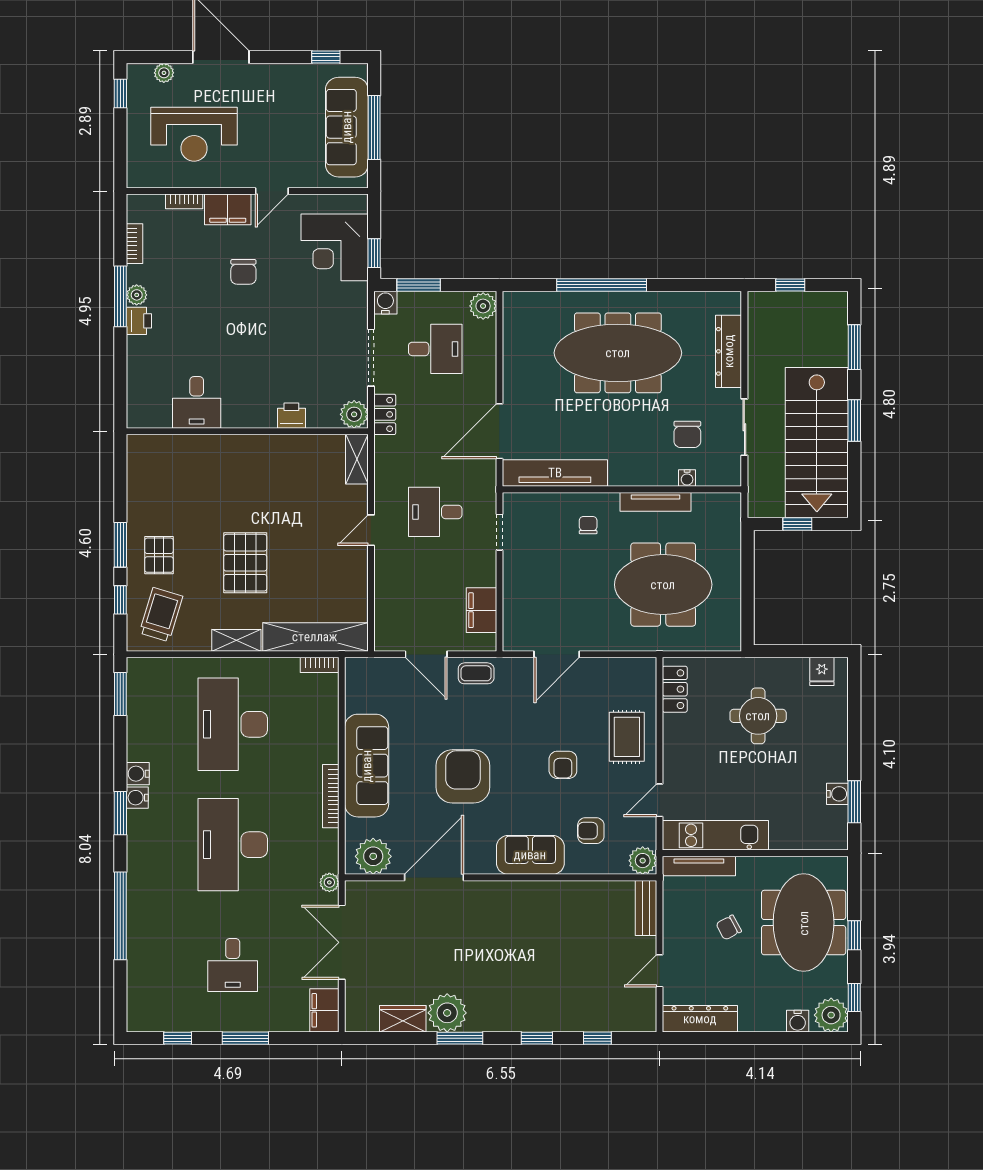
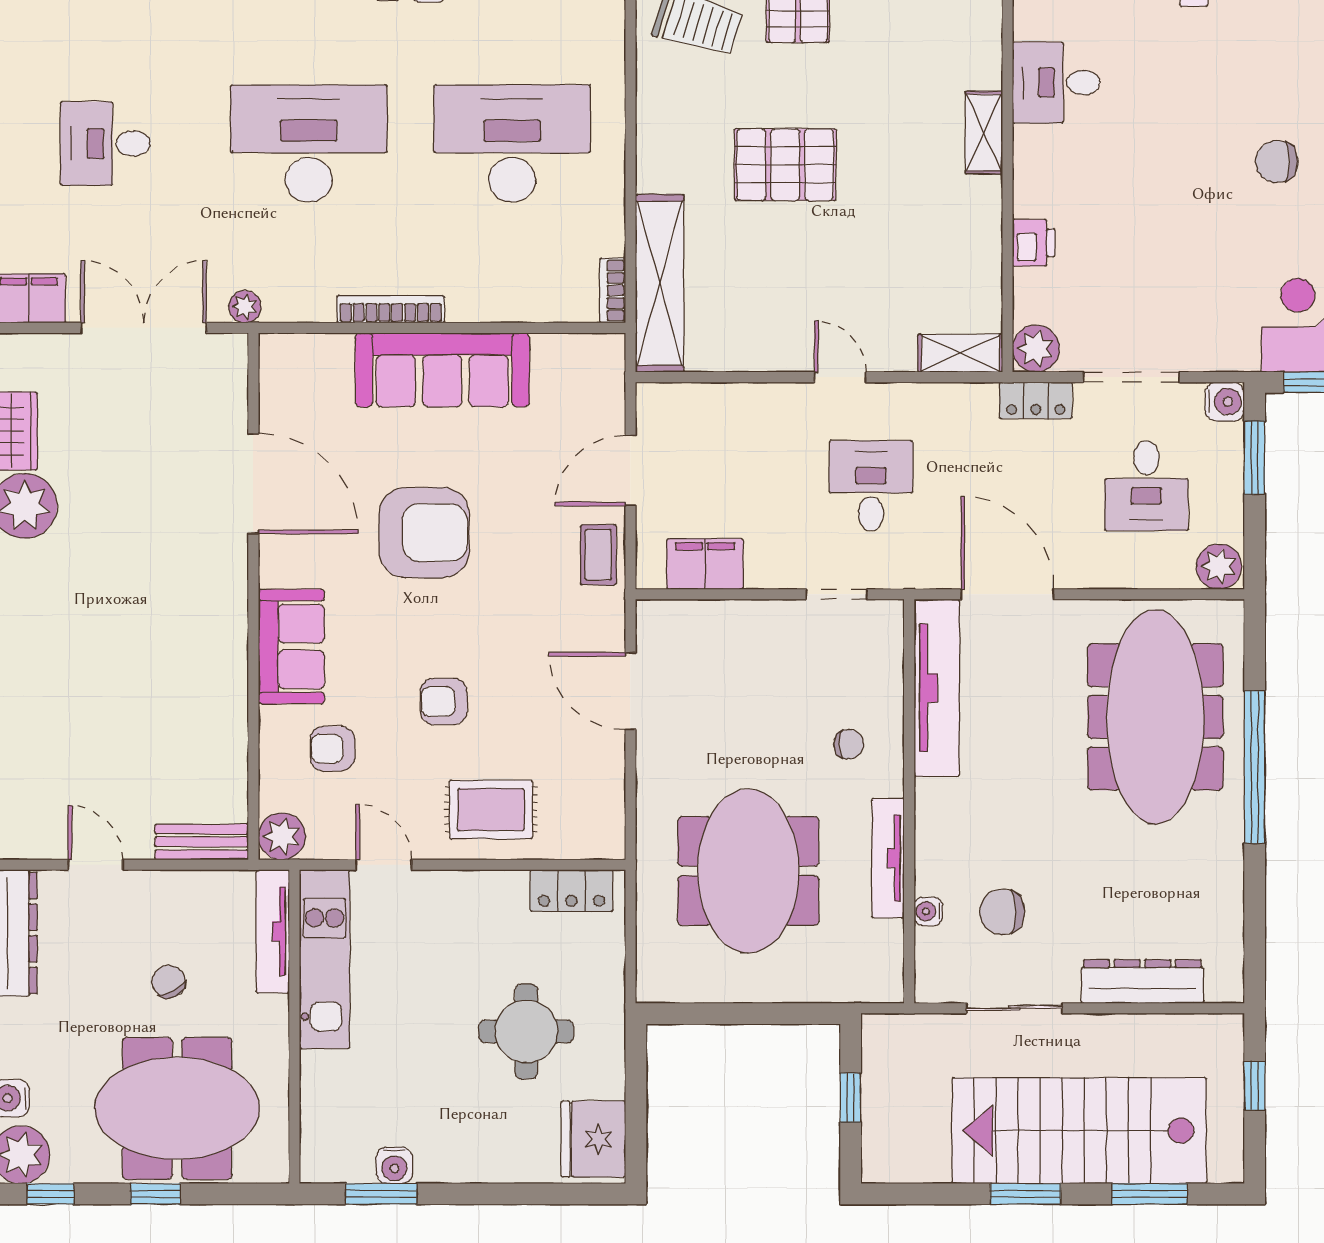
meeting table: (618, 353) -> (1155, 717), moved
stairs: (817, 443) -> (1079, 1131), moved
shelving: (236, 640) -> (984, 133), moved
fridge: (822, 671) -> (593, 1139), width x1.88, depth x1.34
armchair: (591, 831) -> (332, 749), turned -90
plant: (373, 856) -> (289, 381), removed

